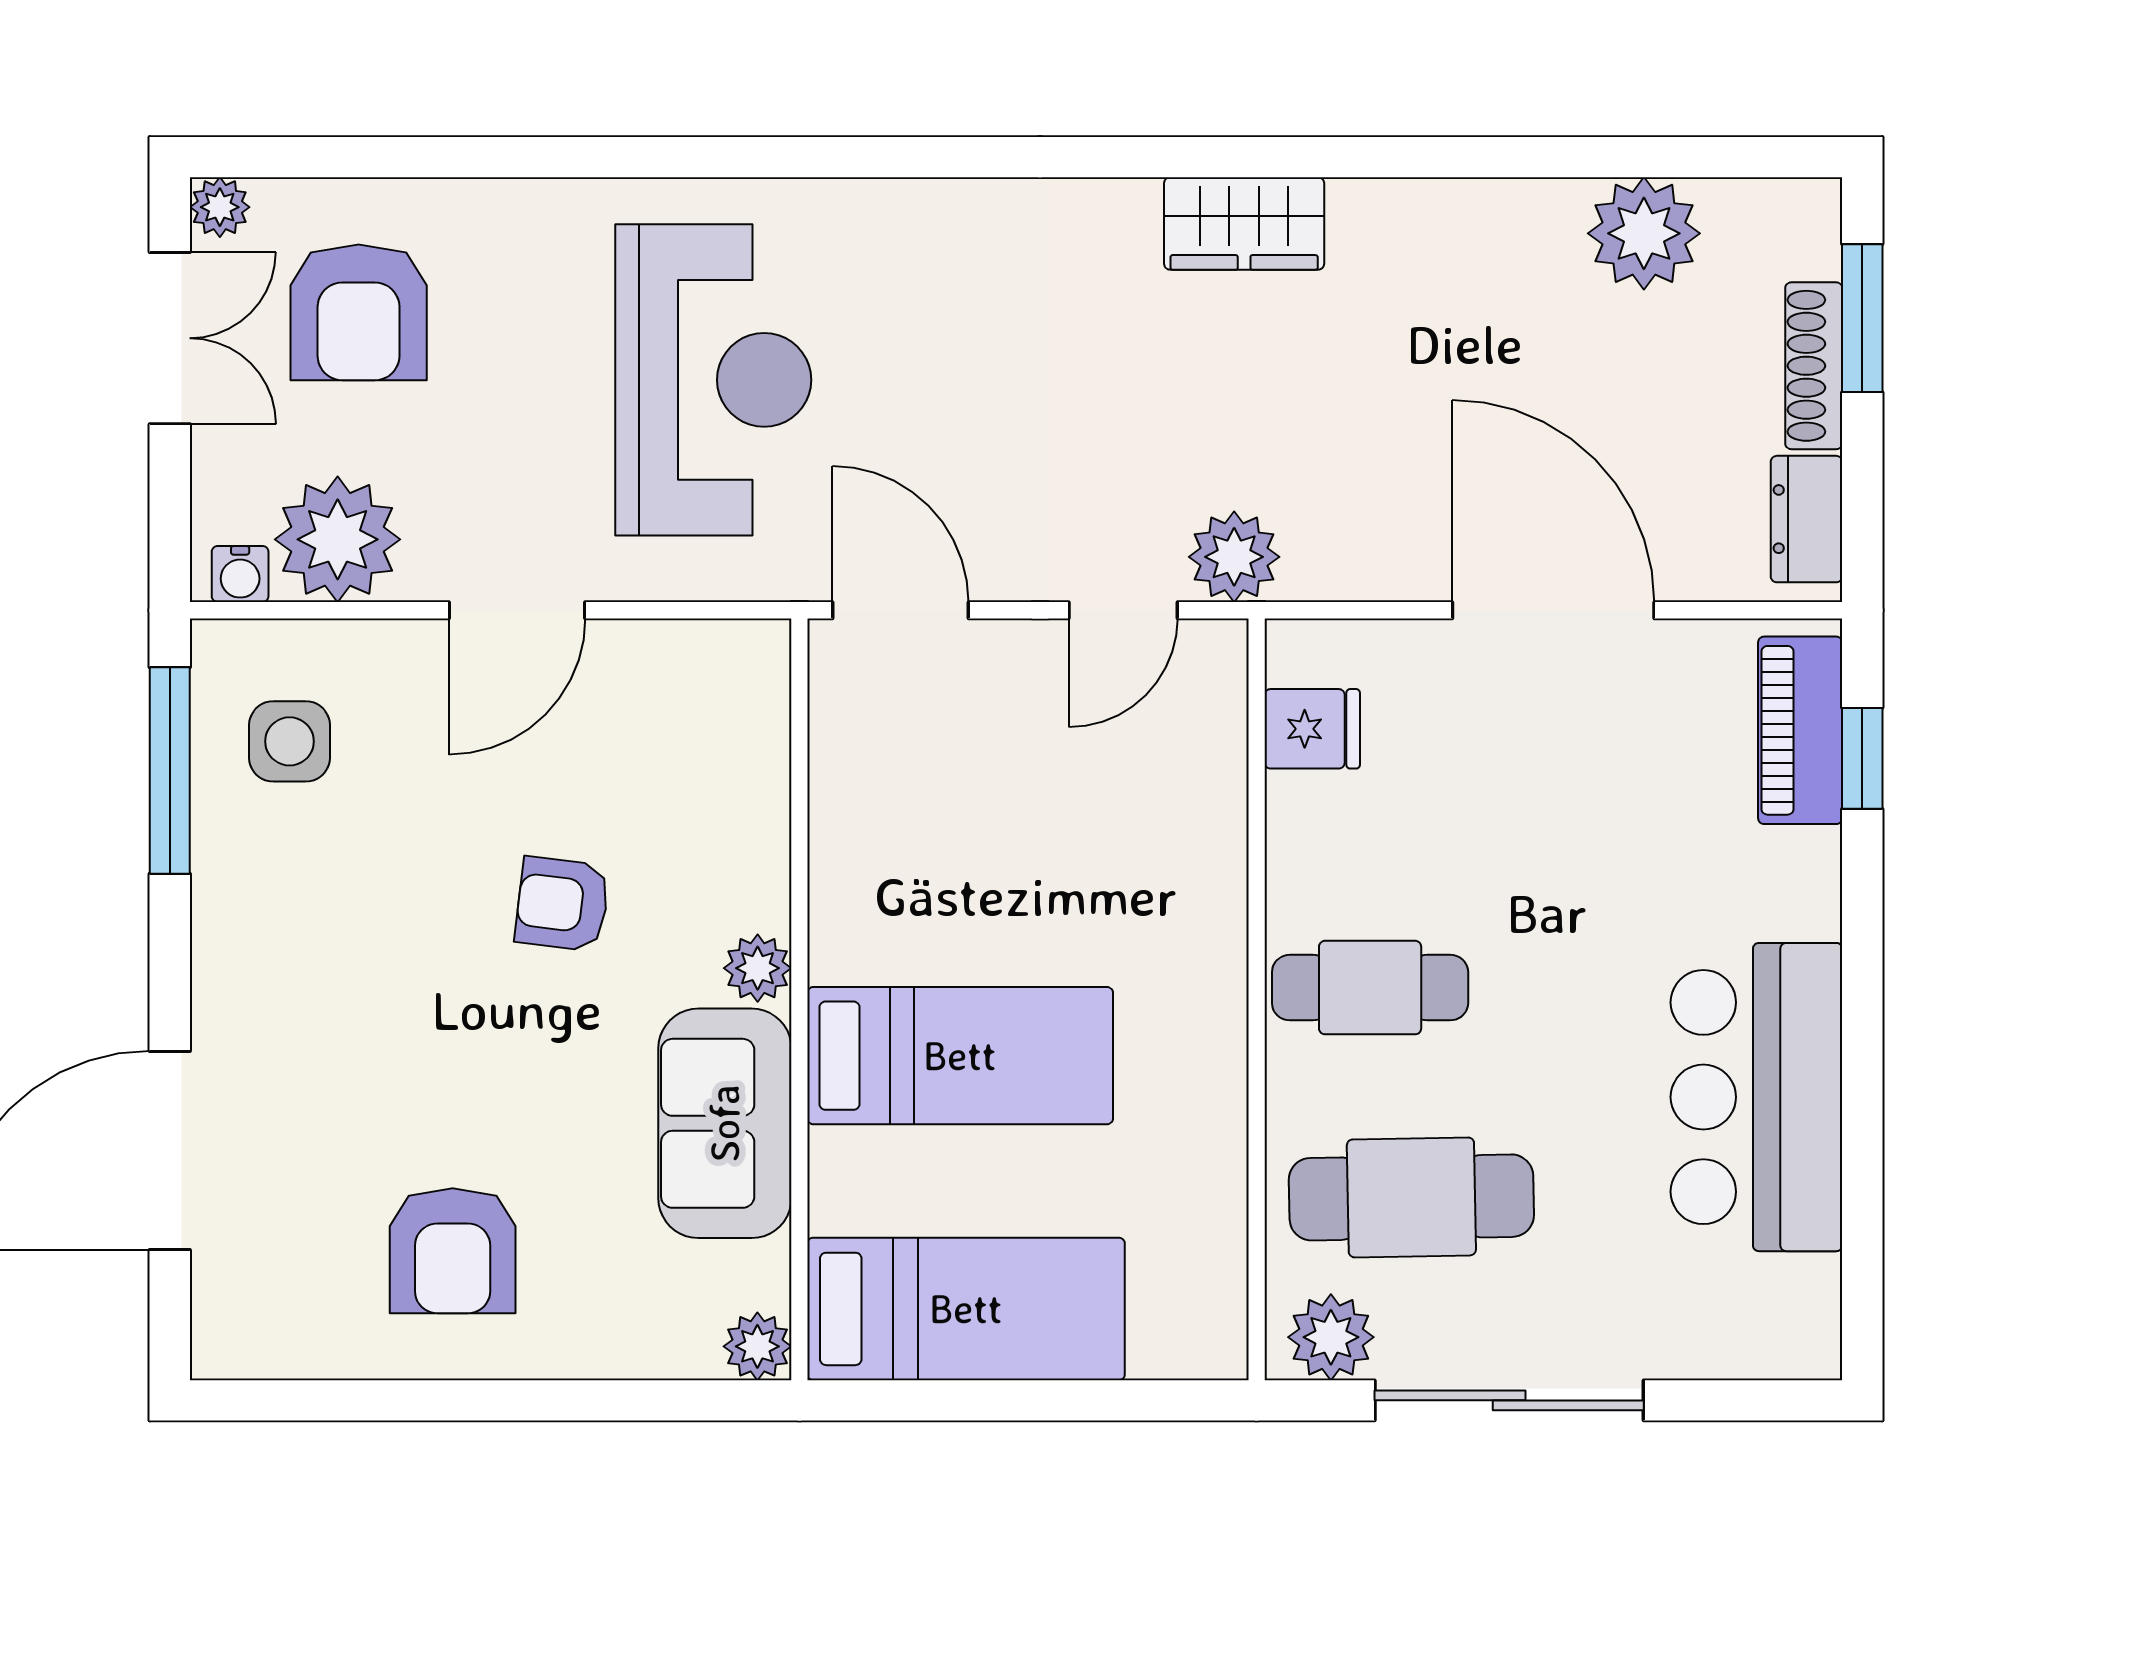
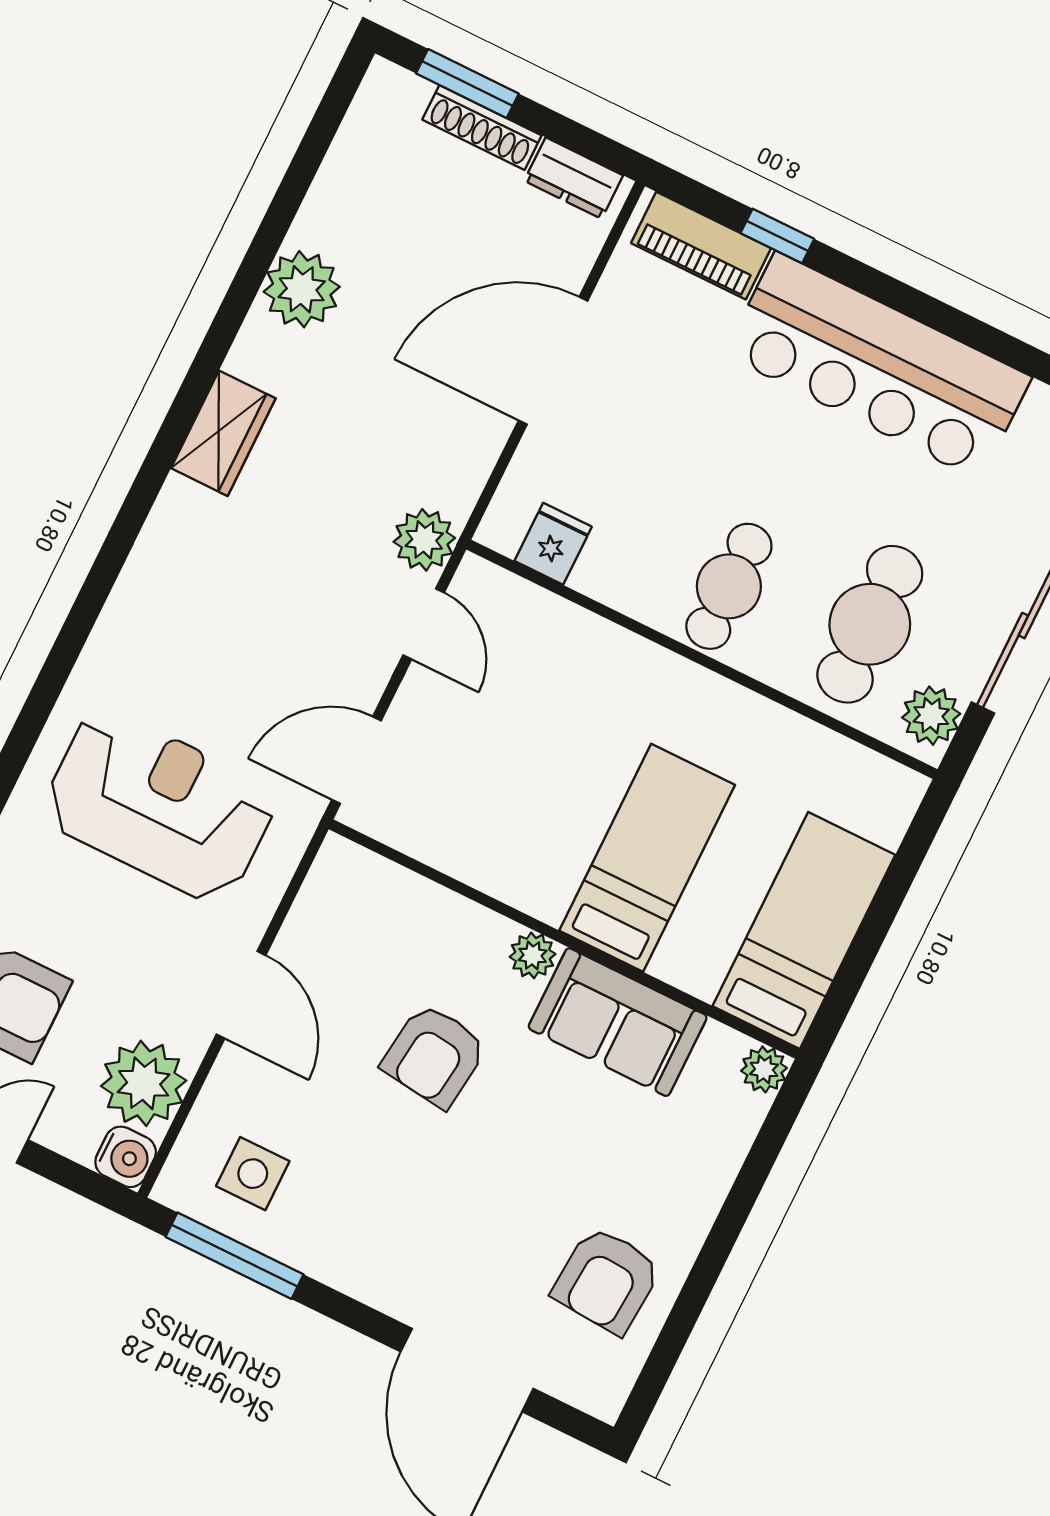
plant: (1644, 233) -> (302, 289), moved
water cooler: (240, 574) -> (126, 1157), width x1.38, depth x1.38
window: (1862, 758) -> (777, 236), moved
armchair: (562, 904) -> (434, 1056), width x1.38, depth x1.38
bar counter: (1756, 1097) -> (878, 366), width x1.36
armchair: (453, 1251) -> (607, 1280), moved, turned 94

